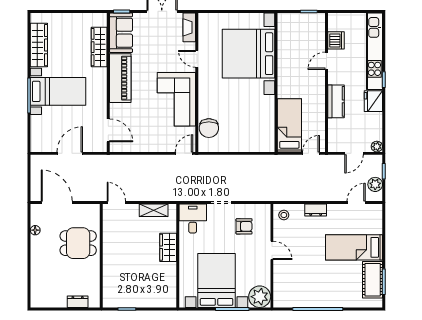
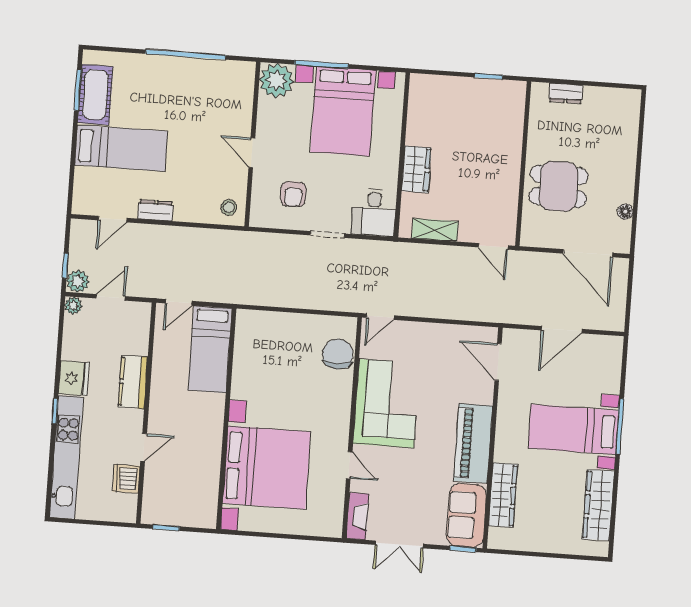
plant: (375, 184) -> (78, 281), moved
dresser: (316, 210) -> (155, 210), moved
armchair: (244, 226) -> (293, 194), turned -90

